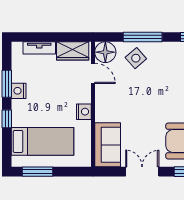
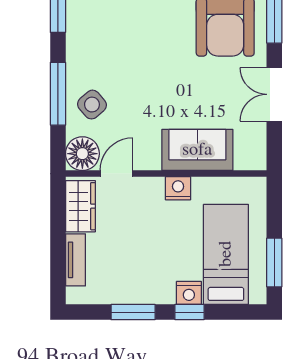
nightstand: (19, 91) -> (189, 293), moved
sofa: (108, 145) -> (197, 150), moved

